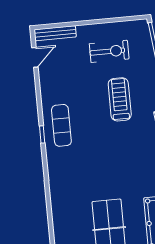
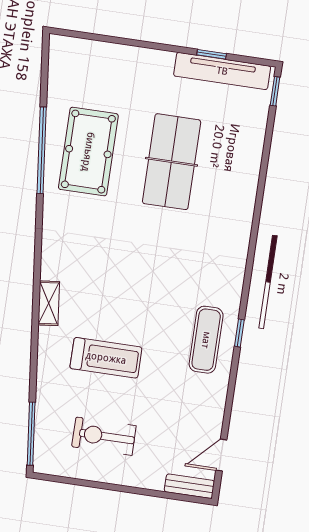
bench: (55, 33) -> (189, 486), width x0.73
treadmill: (120, 99) -> (106, 358), turned -90

